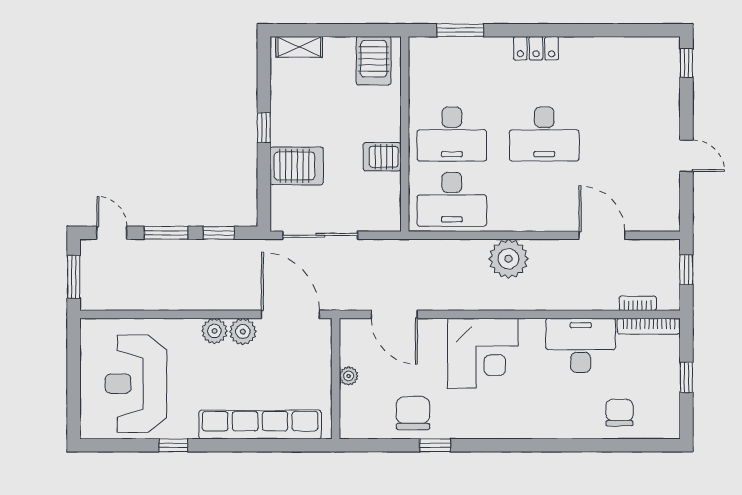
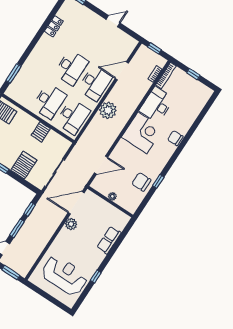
locker: (536, 48) -> (54, 26), moved
desk: (544, 199) -> (95, 83), added
plant: (214, 331) -> (64, 234), removed
corner desk: (483, 353) -> (142, 133), moved
reception desk: (136, 384) -> (65, 275), turned 180
chair: (619, 413) -> (175, 138), moved
row of seats: (260, 425) -> (109, 240), width x0.50

